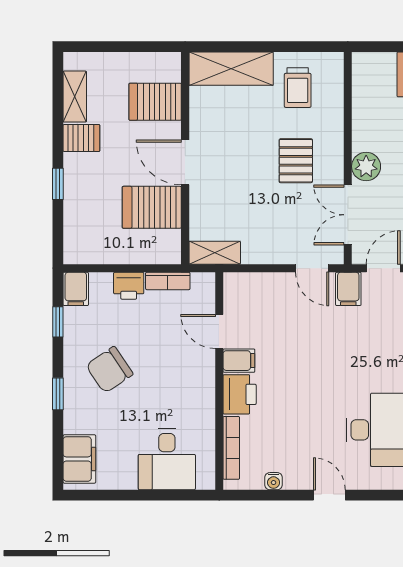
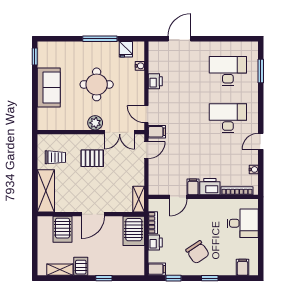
server rack: (152, 207) -> (134, 231), moved
filing cabinet: (79, 459) -> (243, 267), width x0.50

